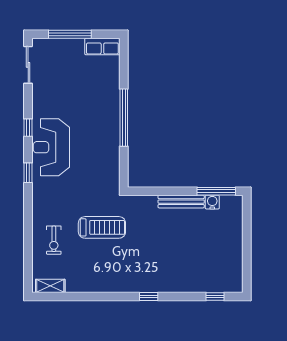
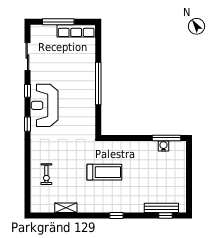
row of seats: (102, 46) -> (76, 31), width x1.48
sliding door: (28, 65) -> (27, 56), moved
bench: (181, 202) -> (161, 208), moved
treadmill: (102, 227) -> (104, 172), moved
shelving: (50, 286) -> (66, 208), moved

